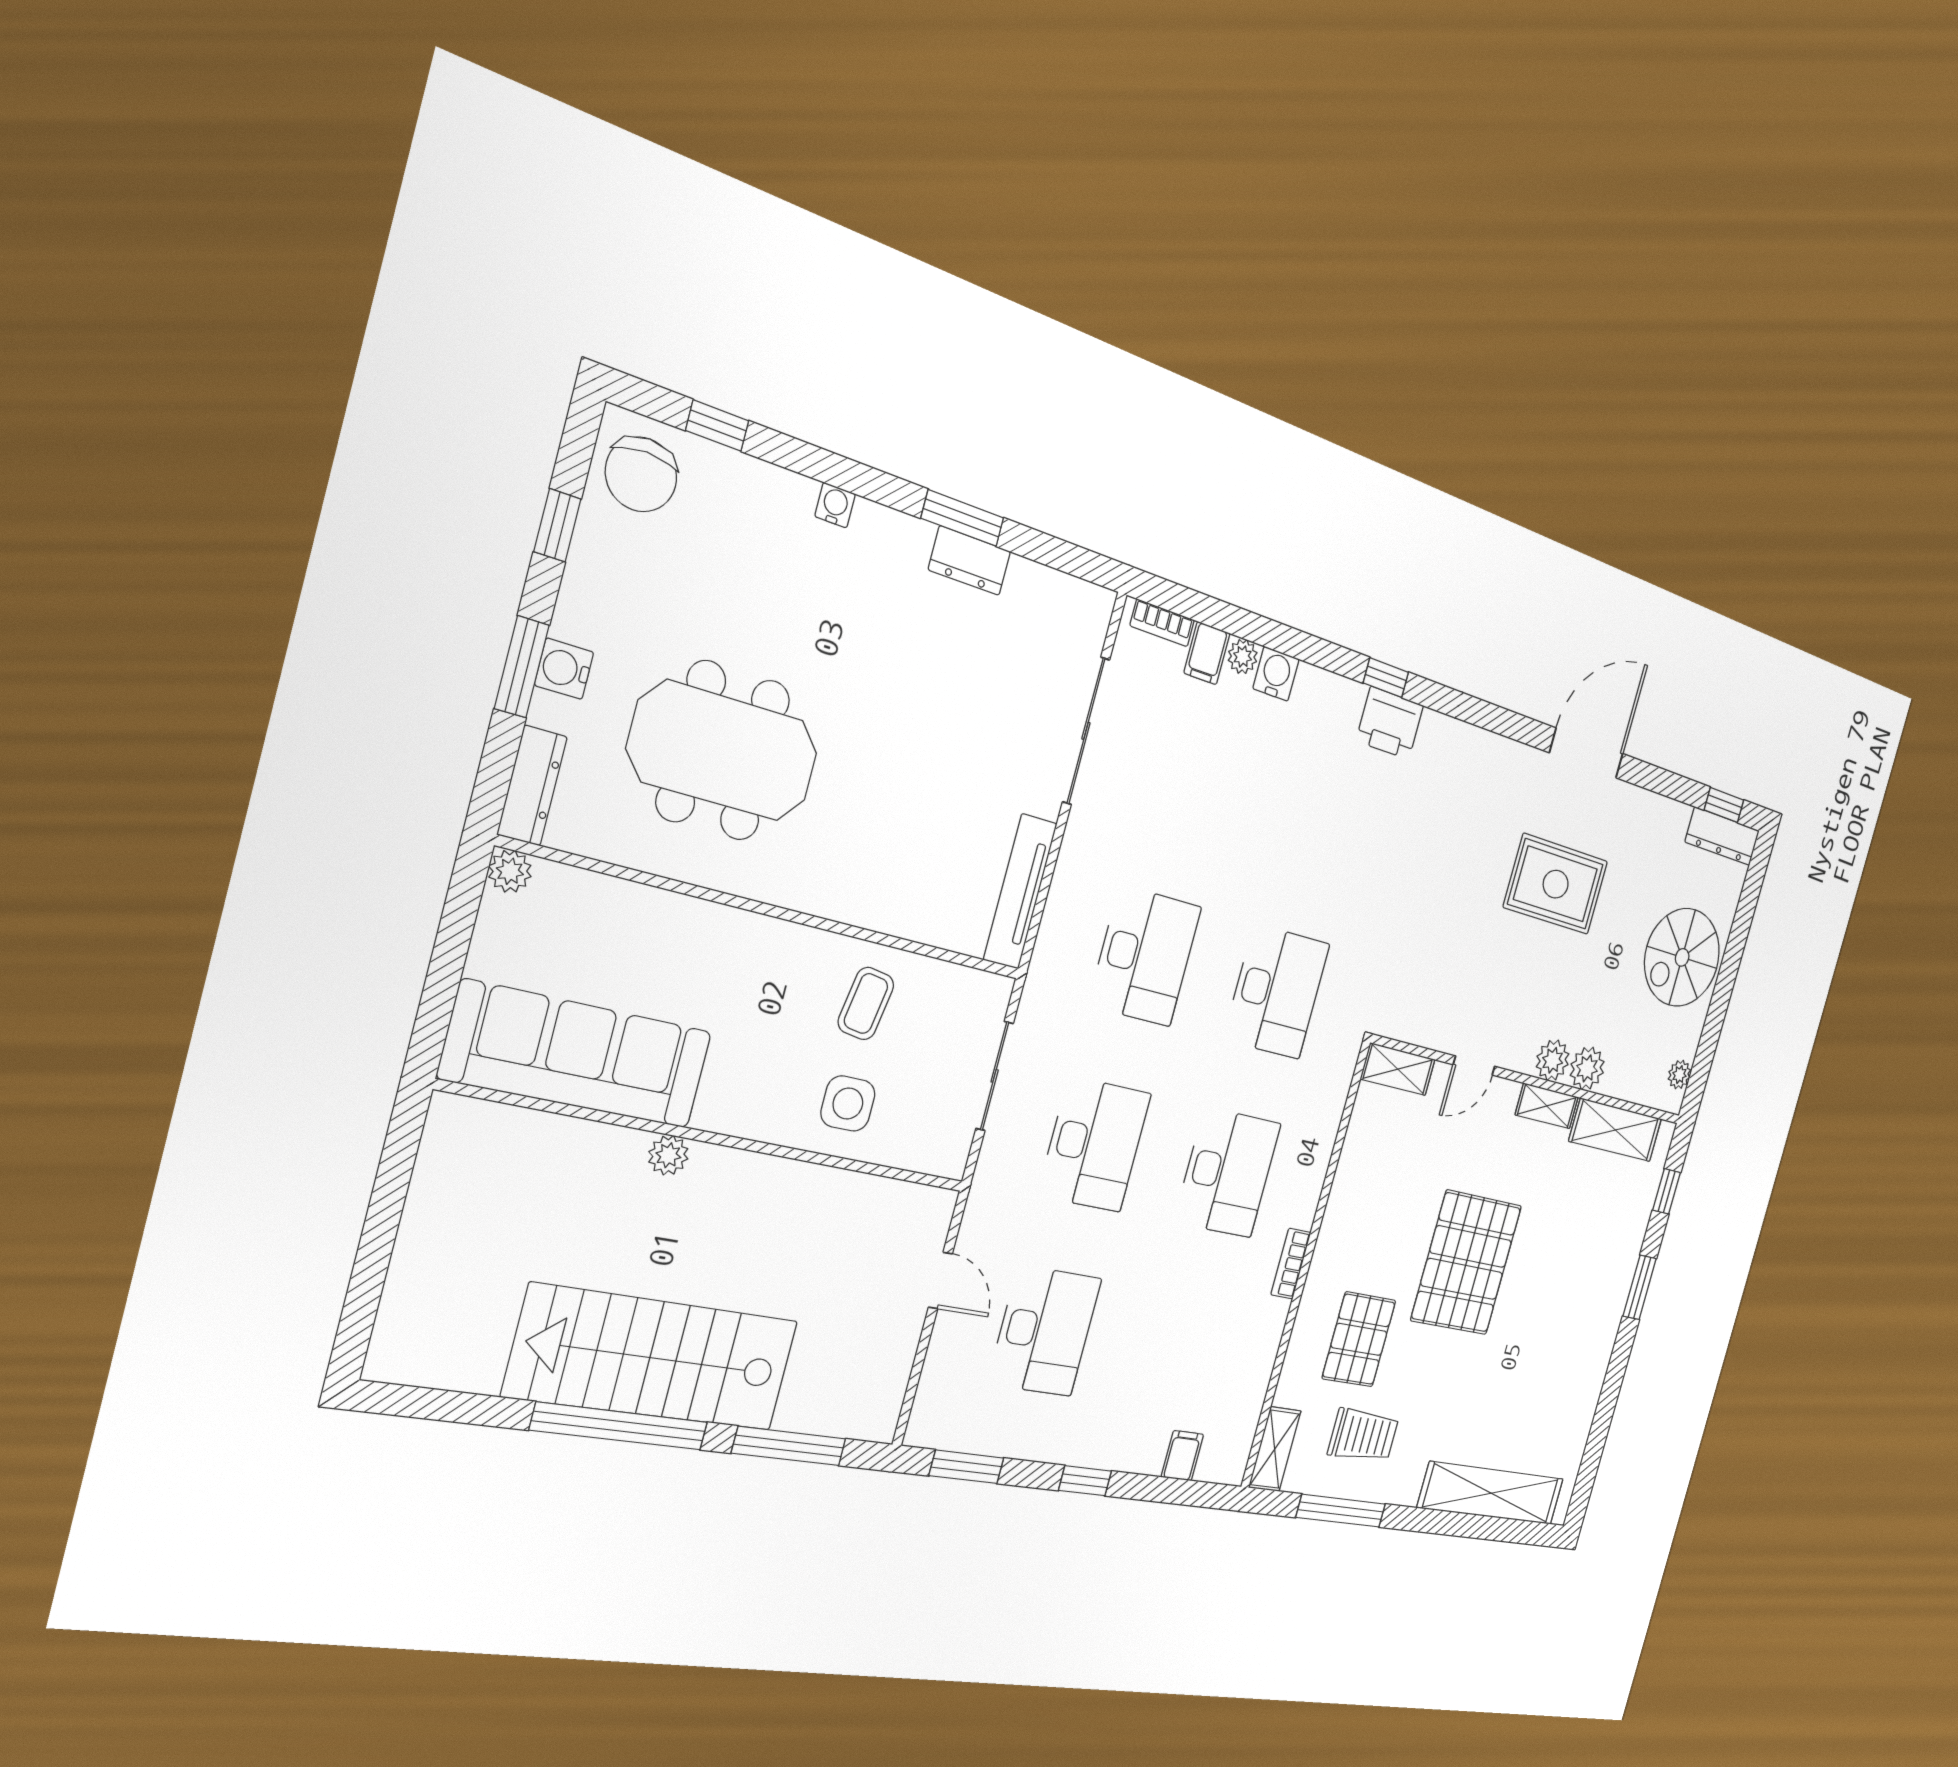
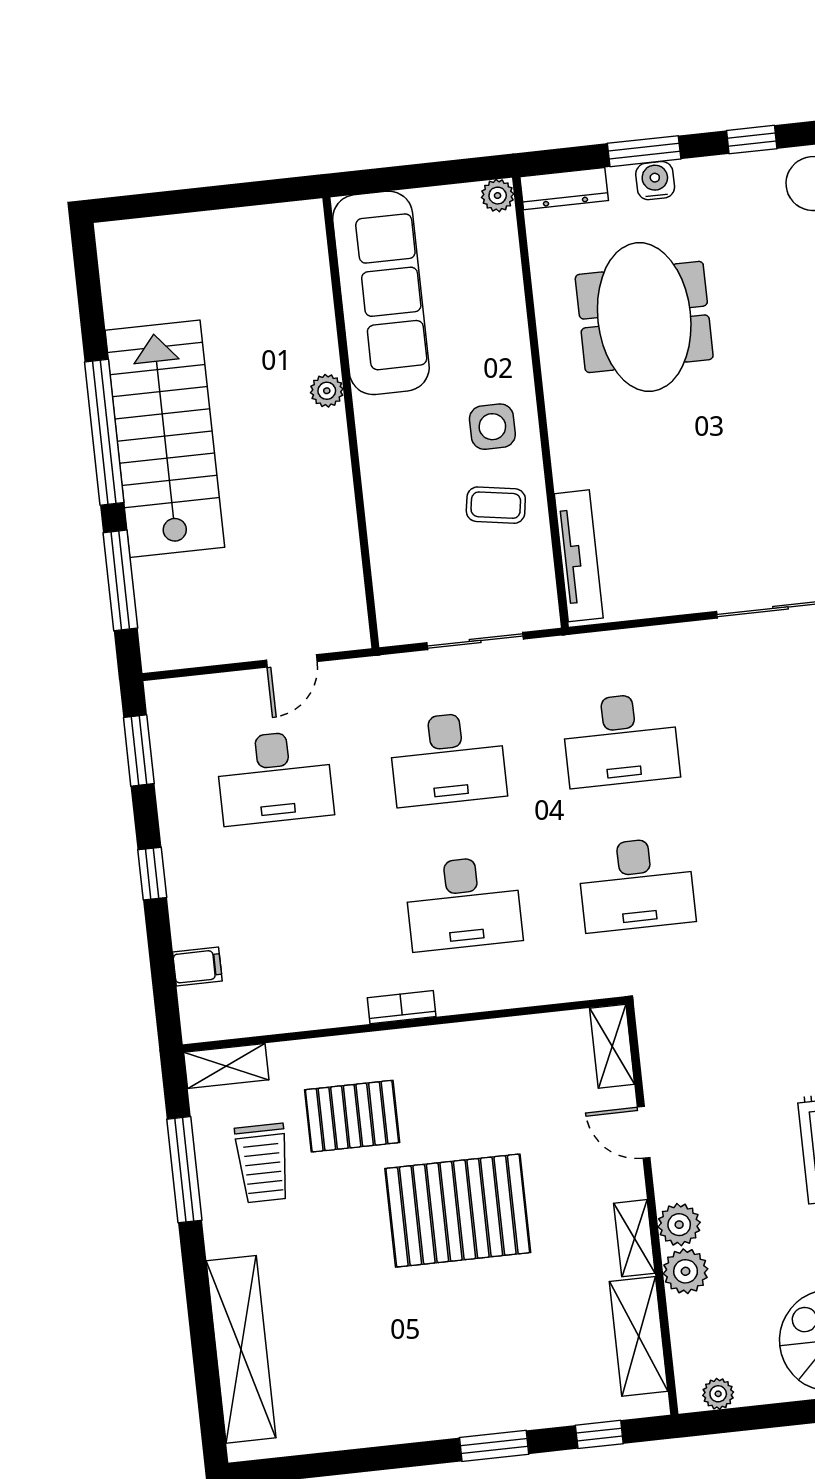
tv unit: (1020, 892) -> (579, 556), moved, turned 90
side table: (848, 1103) -> (492, 427), moved

